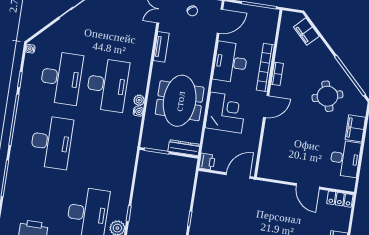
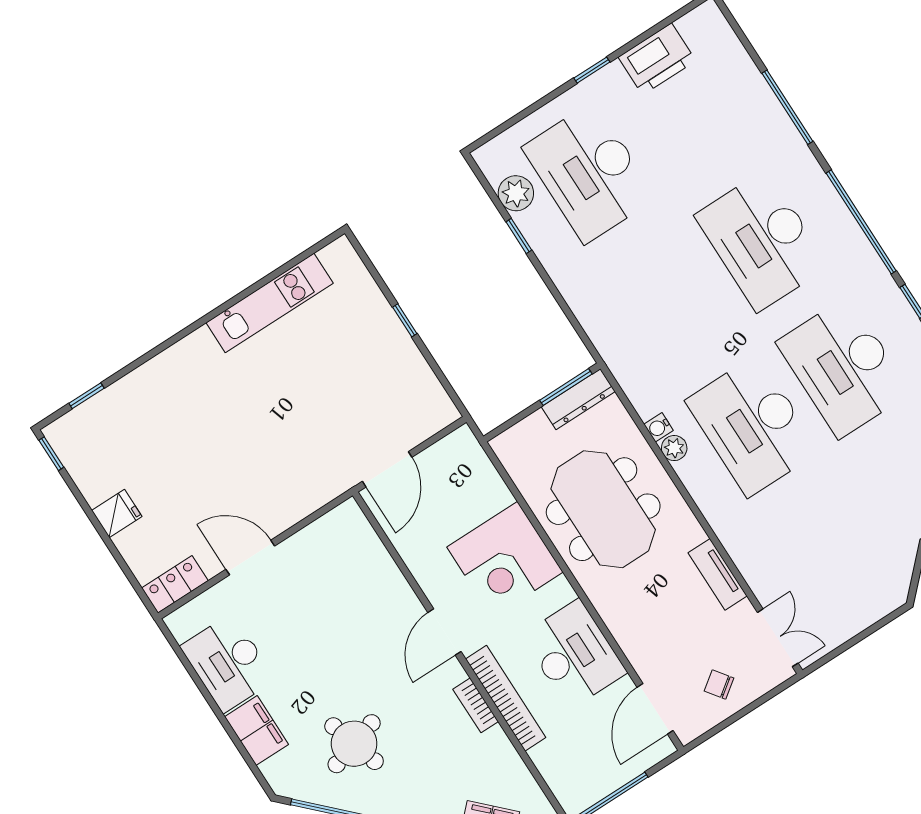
dresser: (184, 148) -> (578, 399), moved
printer: (207, 162) -> (462, 446), removed

